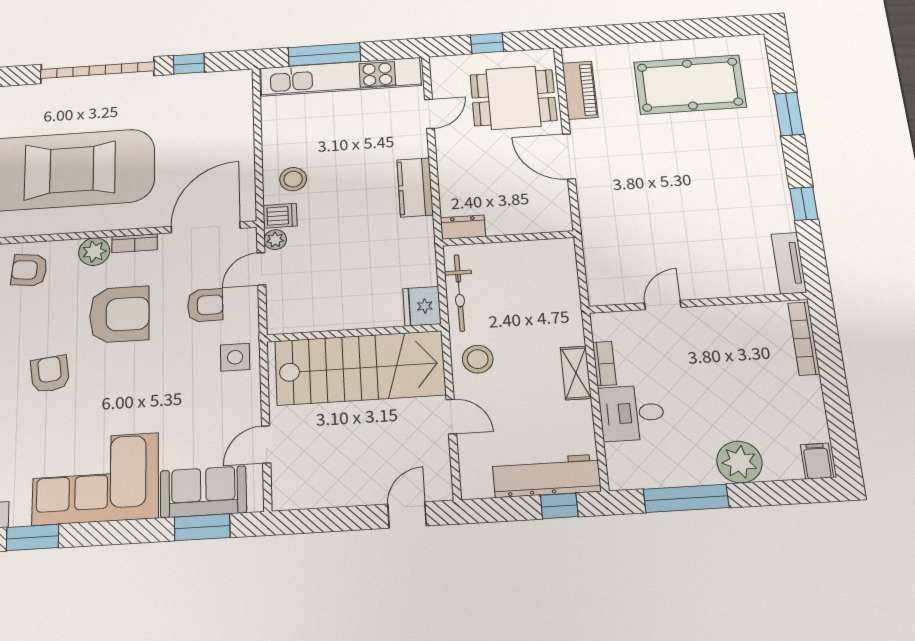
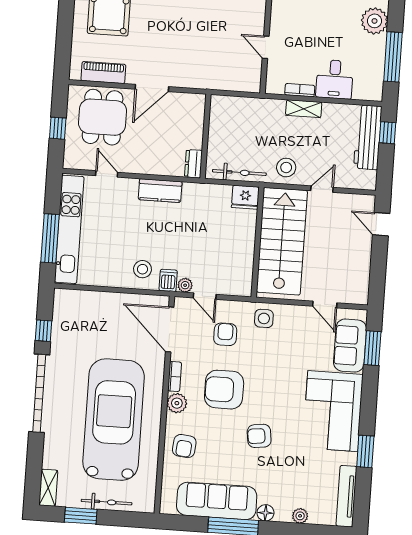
armchair: (119, 314) -> (224, 390), turned -90

